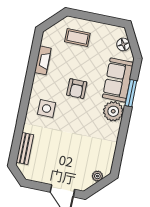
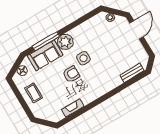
coffee table: (77, 37) -> (34, 93), moved
window: (131, 93) -> (46, 41), width x1.44
side table: (47, 109) -> (83, 58), moved

